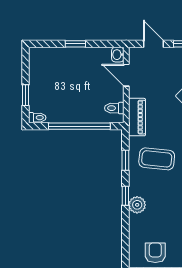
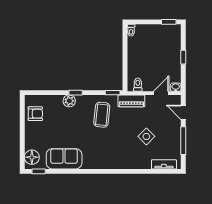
door: (153, 44) -> (183, 112), swing flipped
window: (25, 95) -> (169, 22), moved
window: (79, 126) -> (125, 60), removed
window: (125, 160) -> (113, 93), moved

